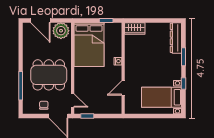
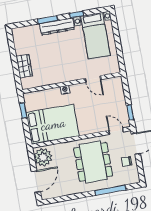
wardrobe: (135, 28) -> (24, 66), moved
dresser: (176, 38) -> (57, 27), moved
door: (73, 100) -> (116, 131), hinge flipped

